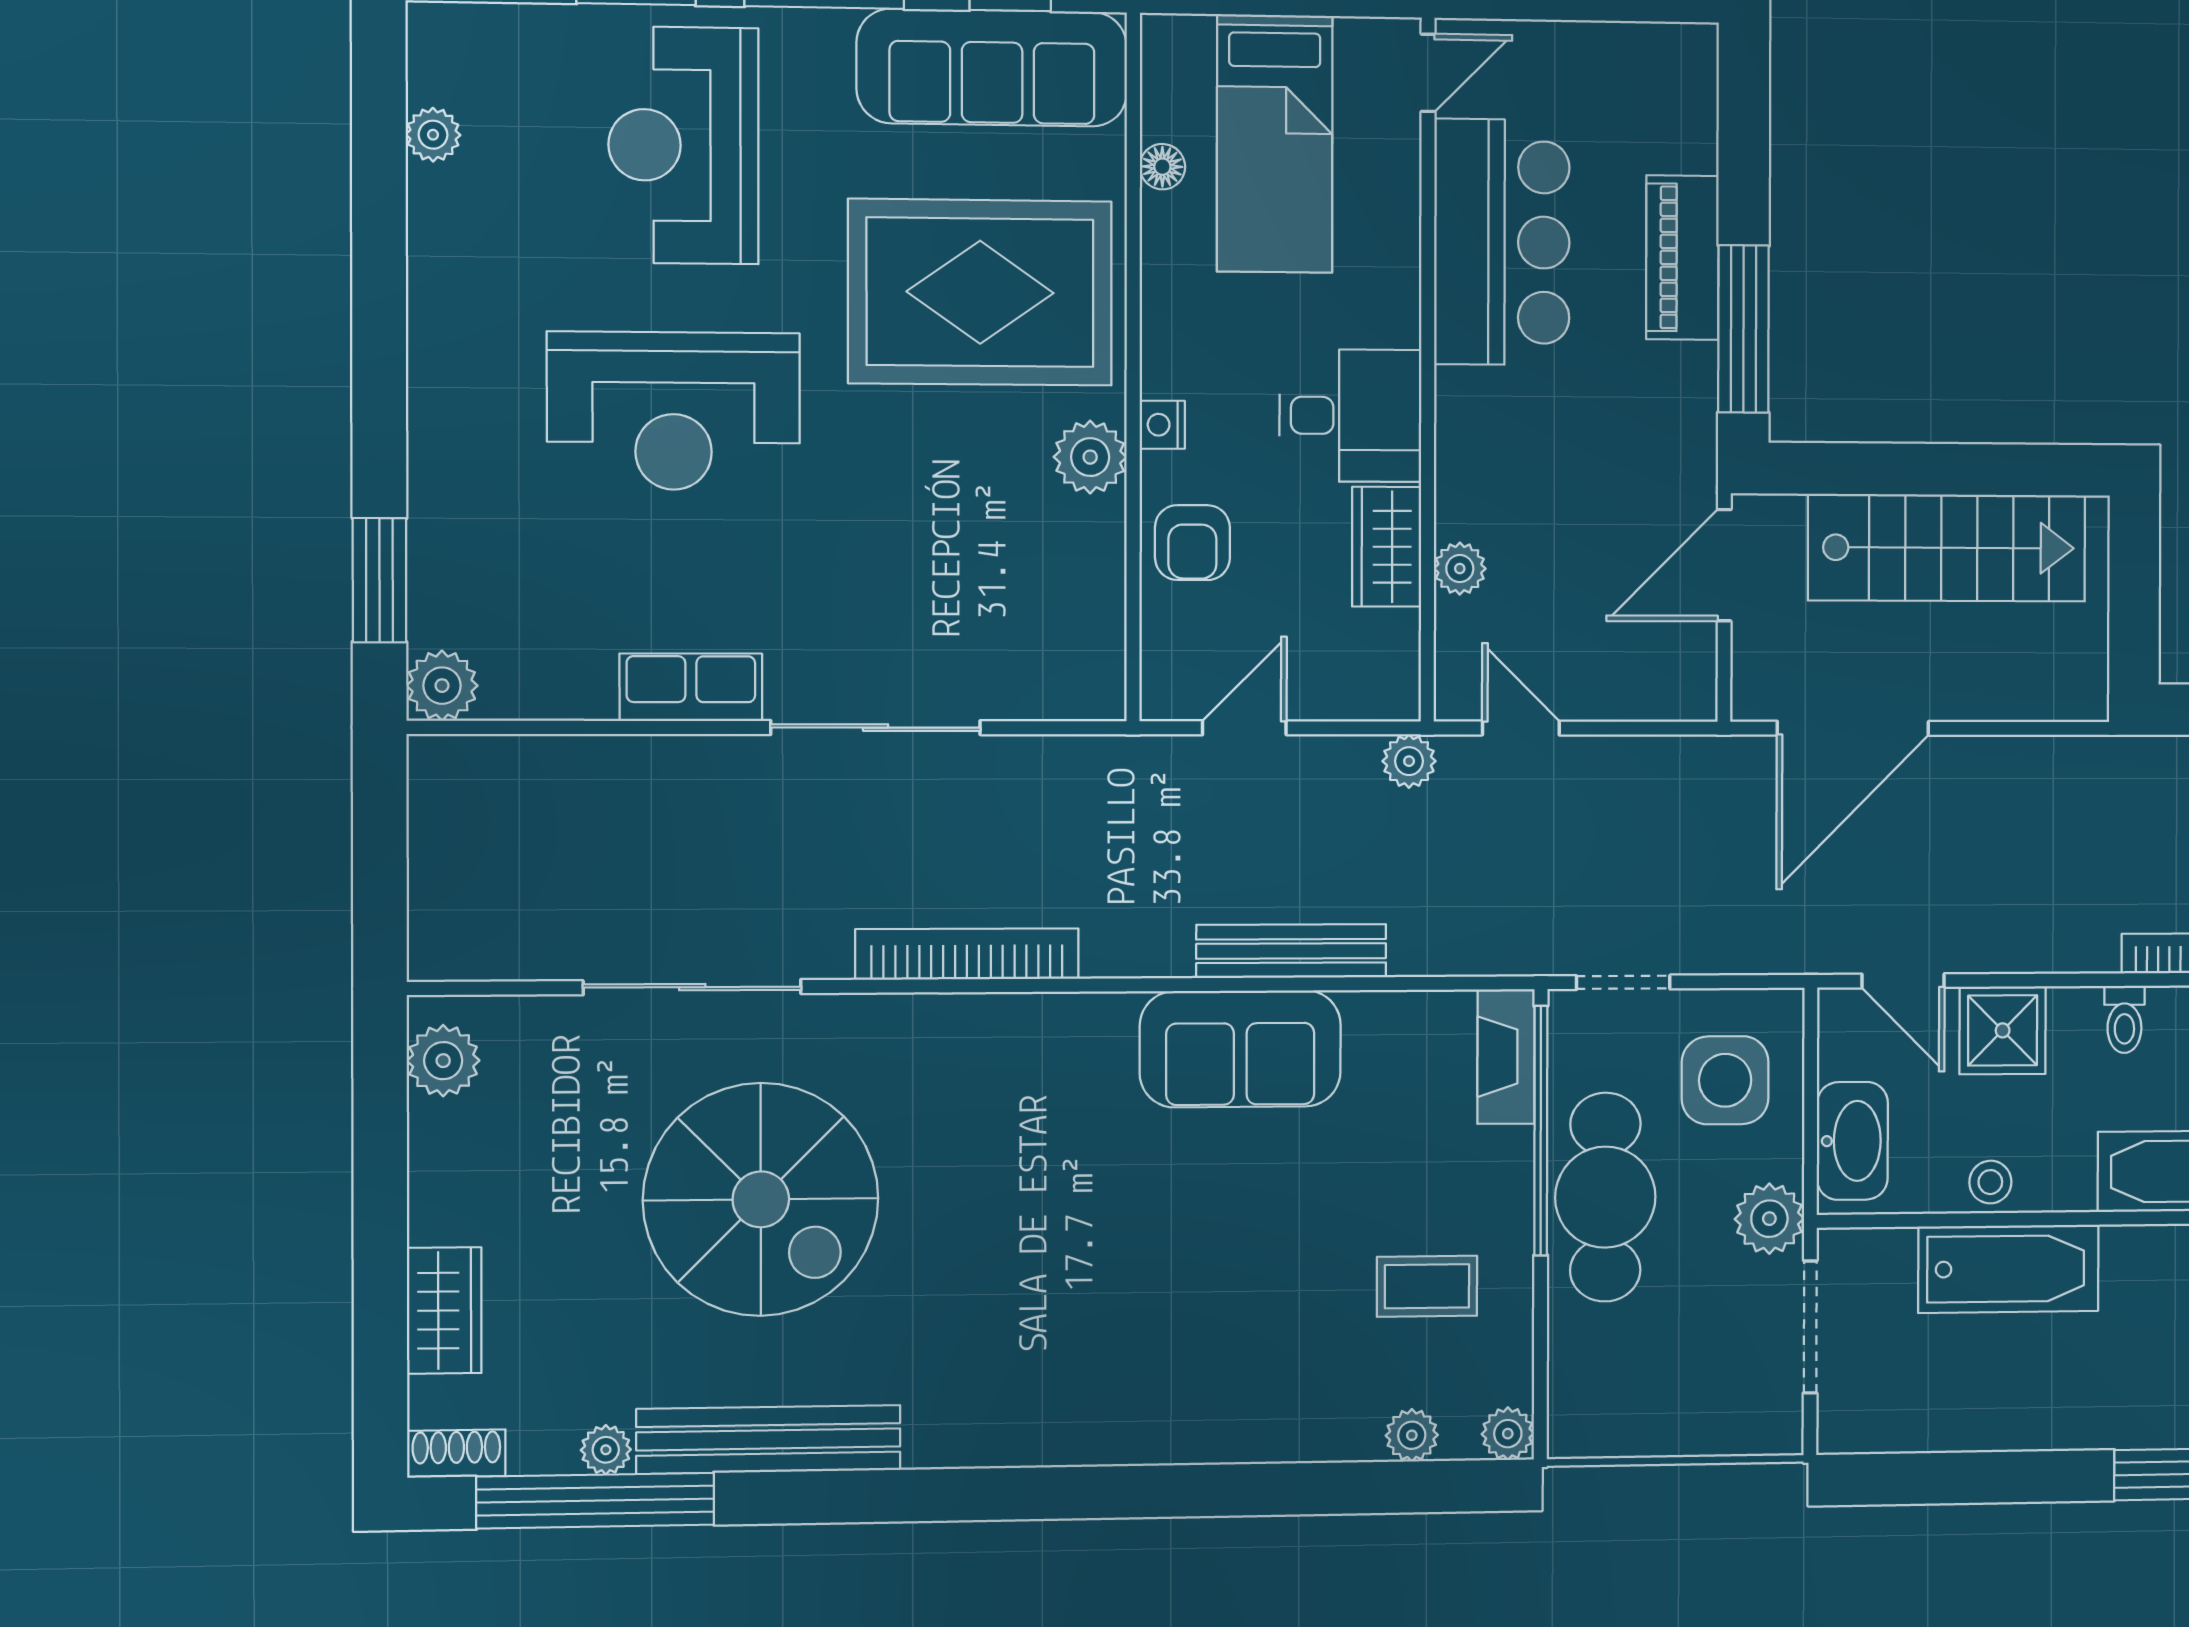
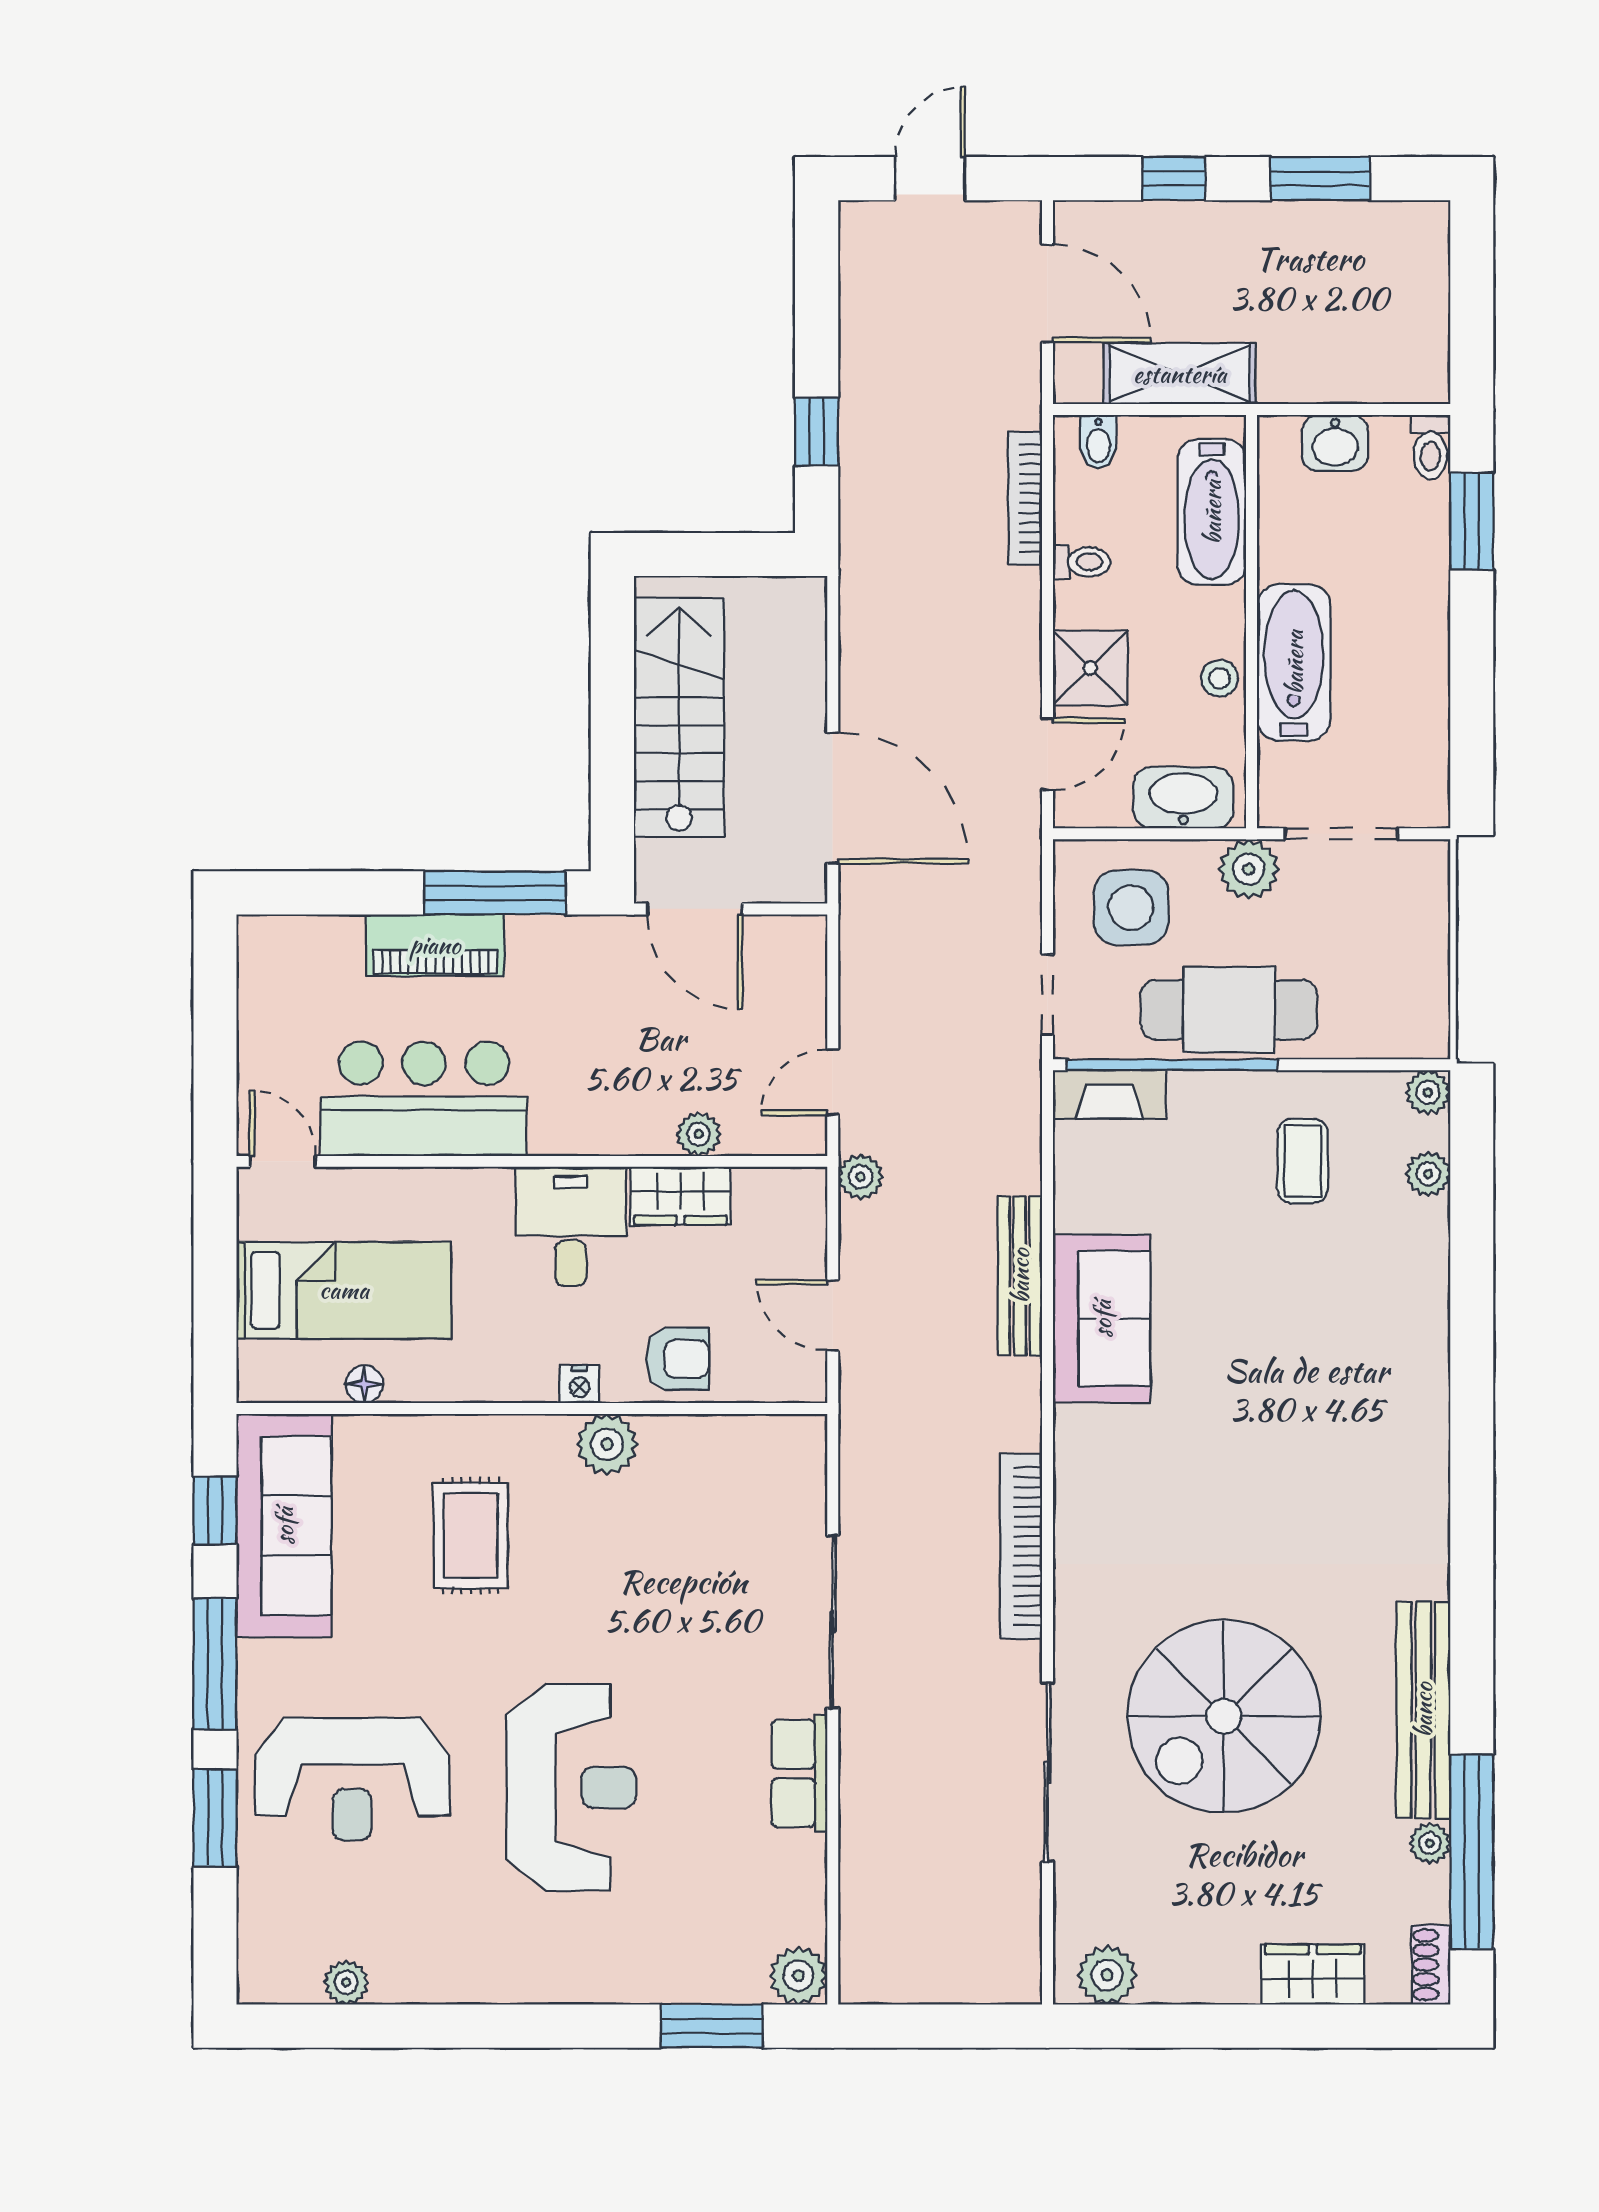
rug: (980, 292) -> (471, 1536), width x0.54, depth x0.49
spiral stairs: (761, 1199) -> (1224, 1716), turned 180

